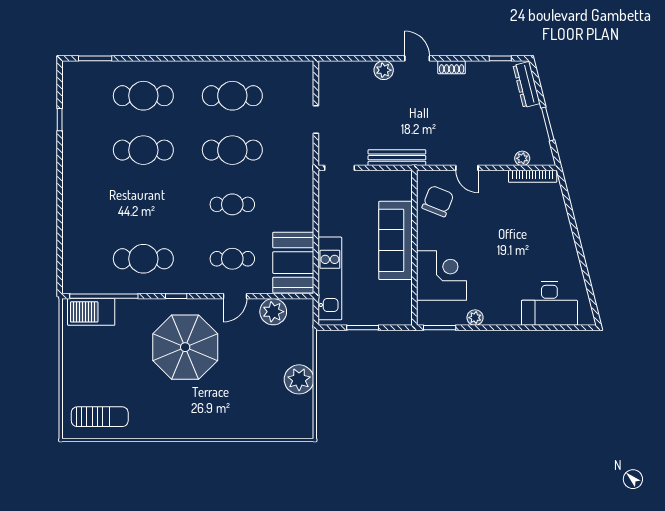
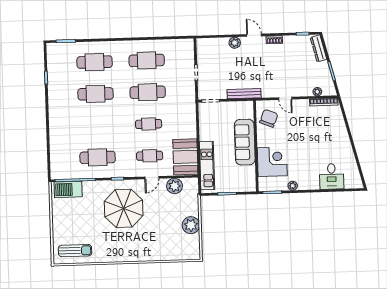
desk: (549, 304) -> (332, 176), width x0.73

